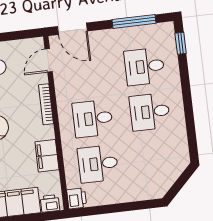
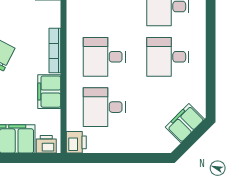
bookcase: (46, 104) -> (55, 51), moved
filing cabinet: (172, 170) -> (185, 123), added

